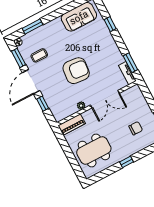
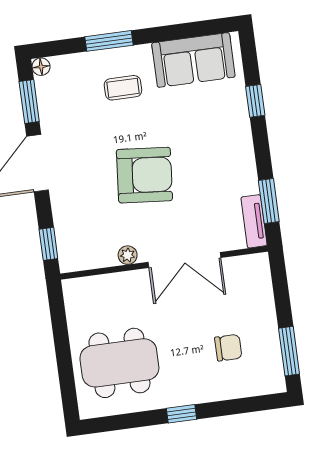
window: (32, 27) -> (109, 41), moved
coffee table: (39, 55) -> (123, 88), moved
window: (43, 104) -> (48, 244), moved
piano: (72, 125) -> (92, 289), removed

